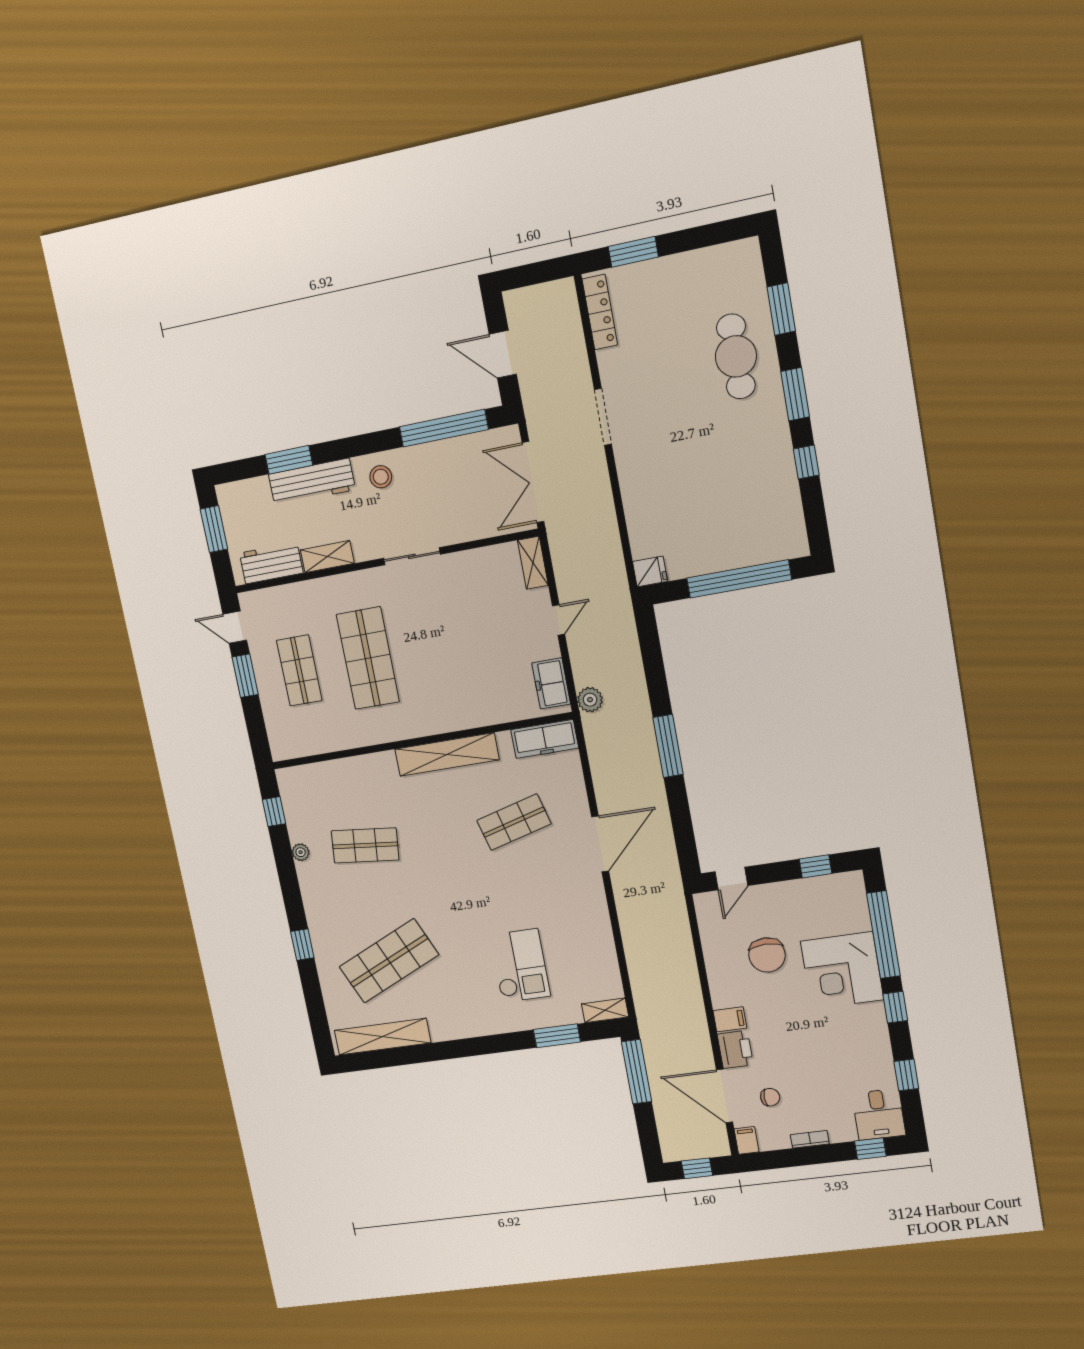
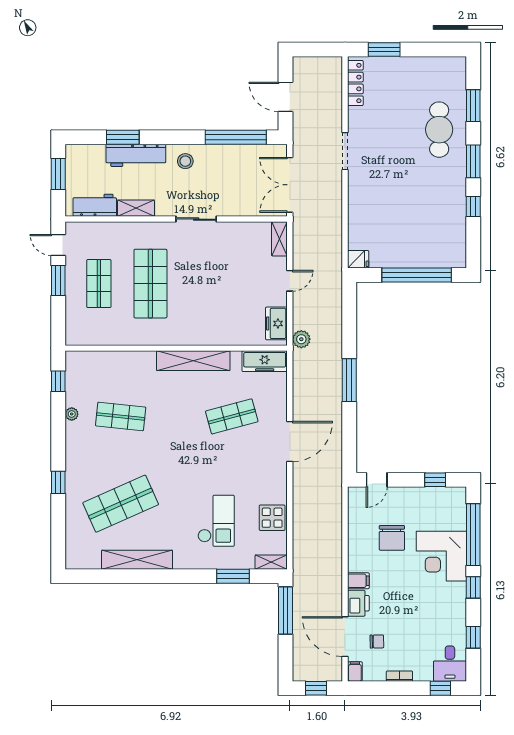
display table: (595, 951) -> (272, 518), added
shelving: (383, 1037) -> (137, 560), moved

